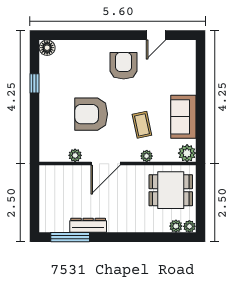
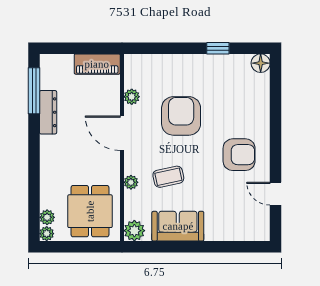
piano: (48, 184) -> (97, 64), added

